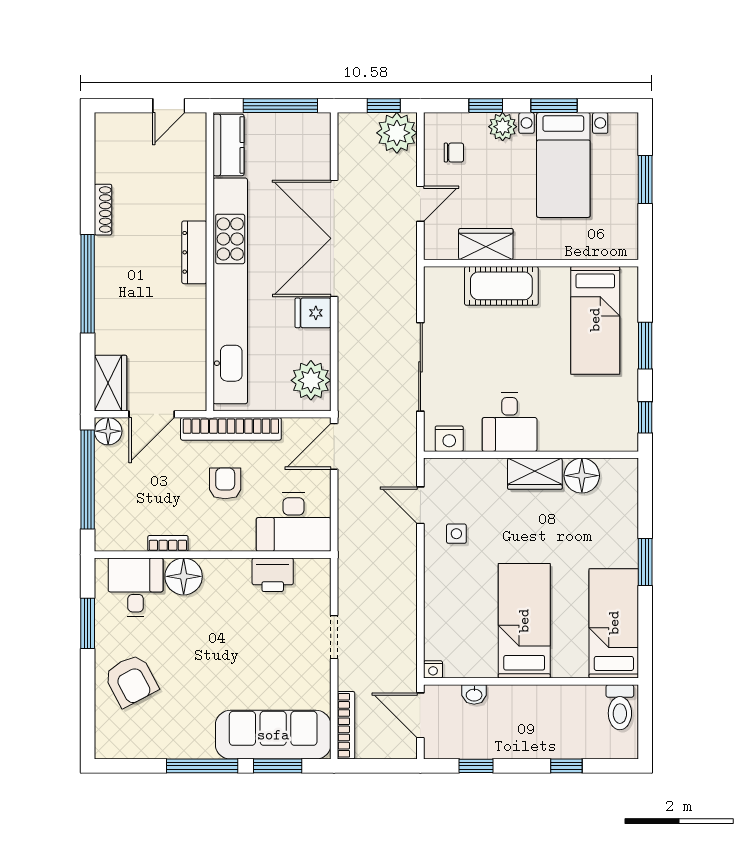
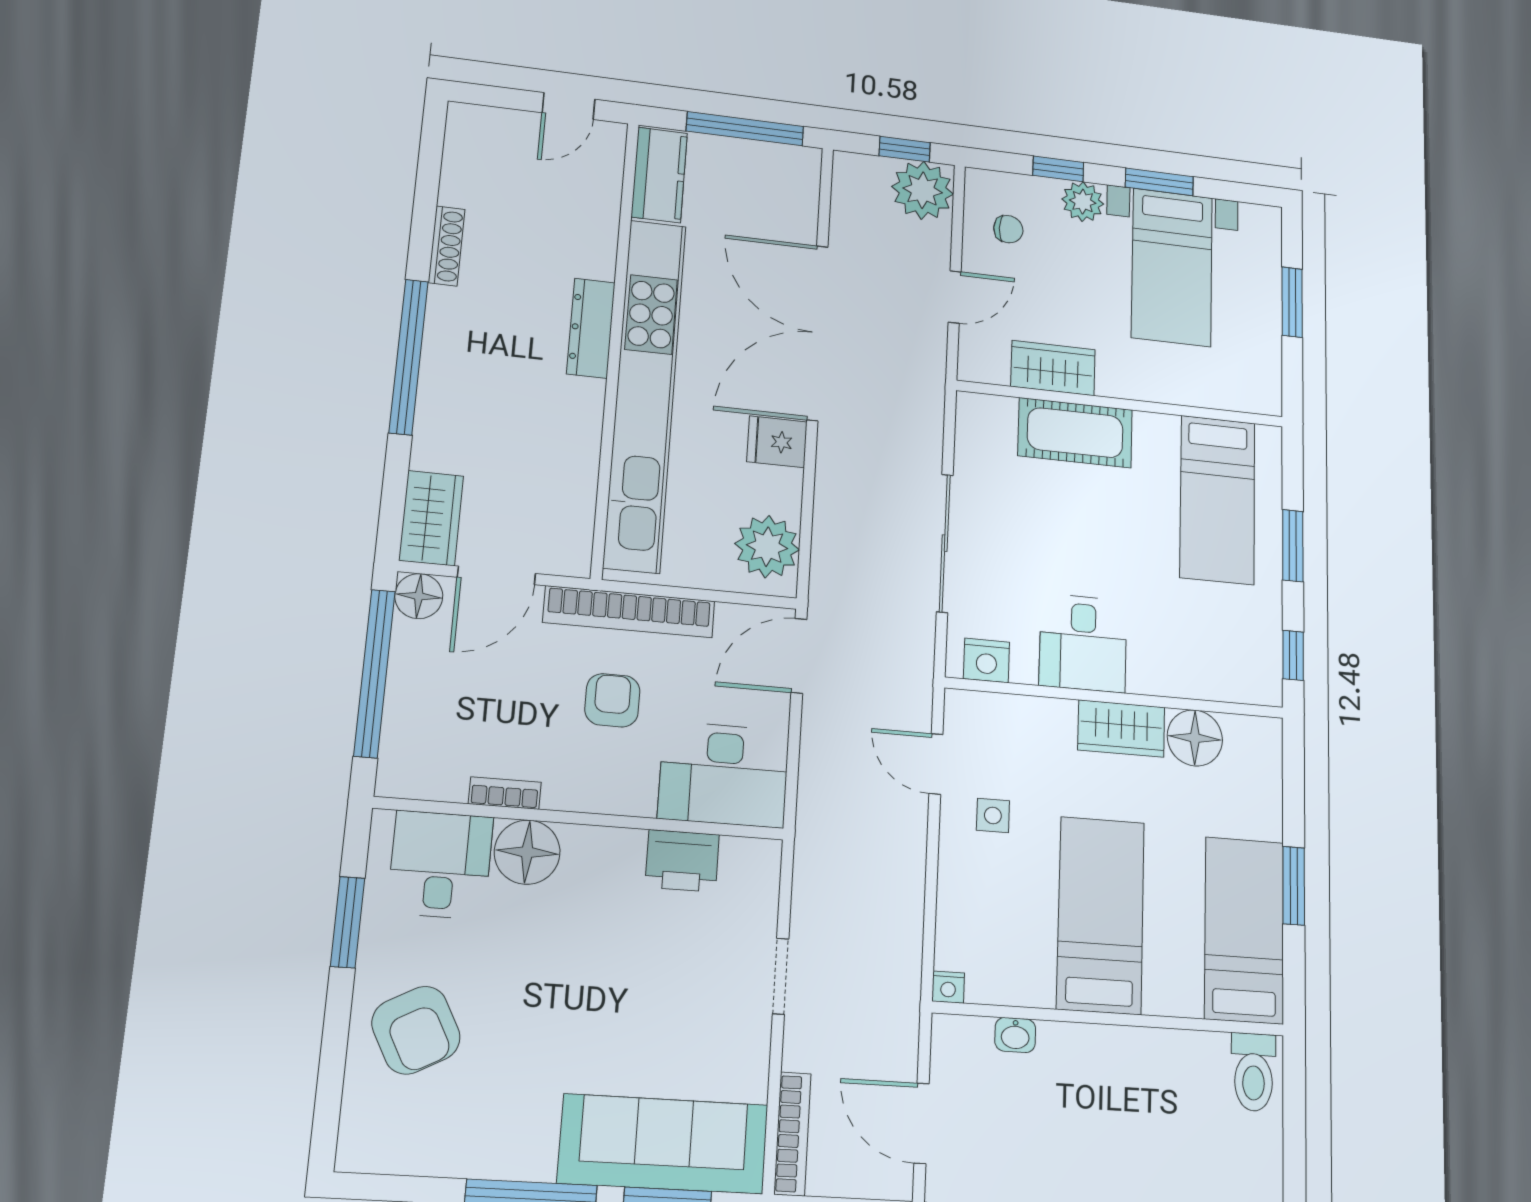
bed: (524, 621) -> (1101, 915), moved
bed: (614, 623) -> (1244, 930), moved
nightstand: (433, 669) -> (948, 987), moved
wall: (531, 681) -> (1110, 1019), moved
washbasin: (474, 694) -> (1015, 1035), moved
toilet: (620, 707) -> (1254, 1072), moved

